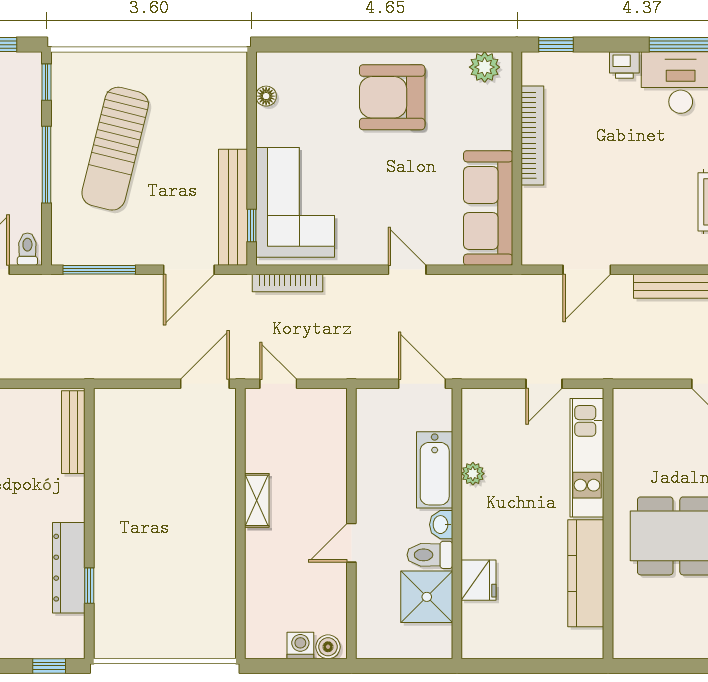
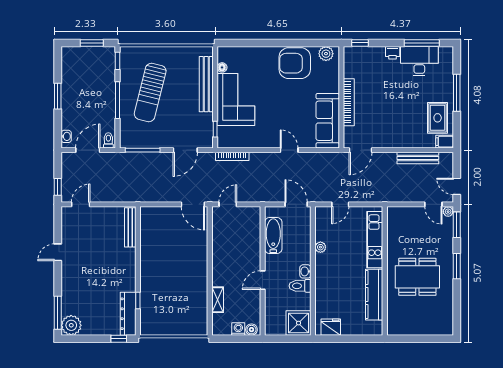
armchair: (392, 97) -> (295, 63), moved
bookcase: (532, 135) -> (349, 102), moved
corner sofa: (295, 202) -> (236, 100), moved
bench: (233, 207) -> (206, 84), moved
door: (587, 270) -> (361, 150), moved
door: (205, 384) -> (193, 204), swing flipped
door: (278, 384) -> (228, 204), hinge flipped
door: (544, 384) -> (340, 204), moved
bathtub: (435, 470) -> (273, 235), moved, turned 180
shelving: (257, 500) -> (218, 300), moved
dresser: (69, 568) -> (128, 314), moved
fridge: (479, 580) -> (331, 327), moved, turned -90
shower: (427, 597) -> (299, 323), moved

